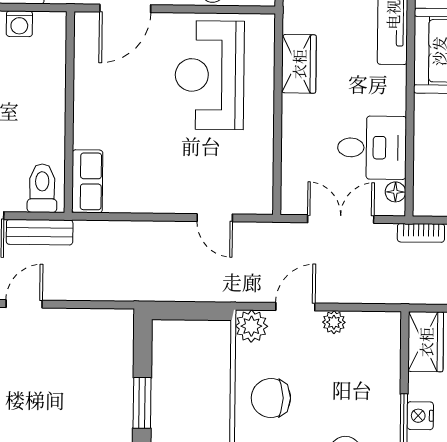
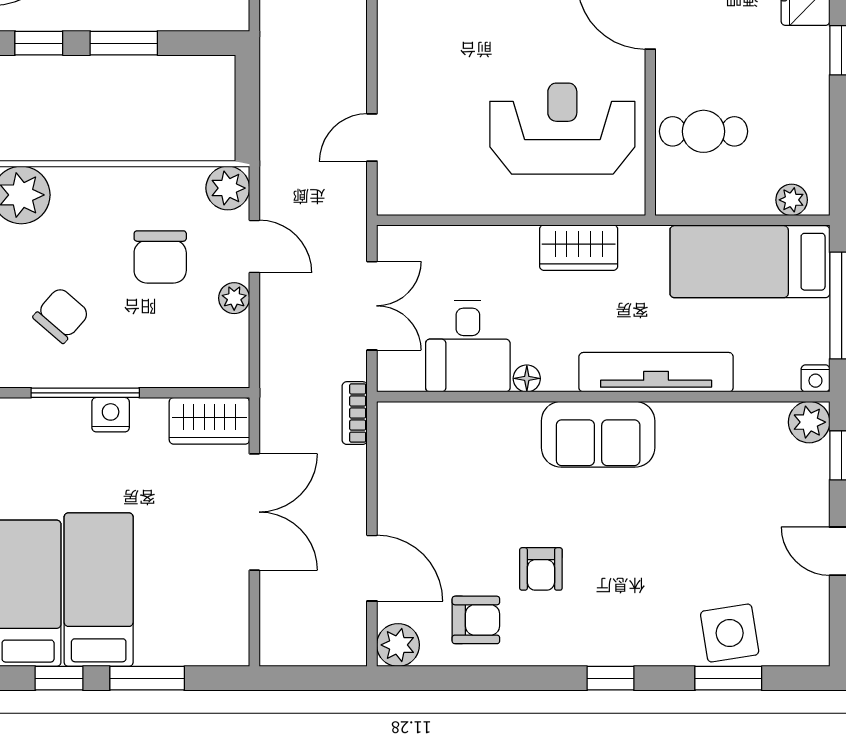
floor lamp: (395, 192) -> (527, 378), moved
chair: (271, 398) -> (160, 257), moved, turned 180

